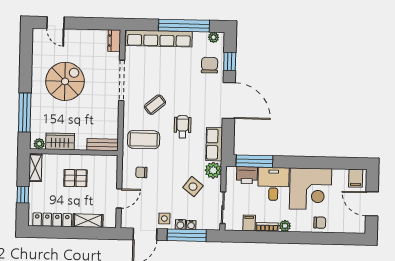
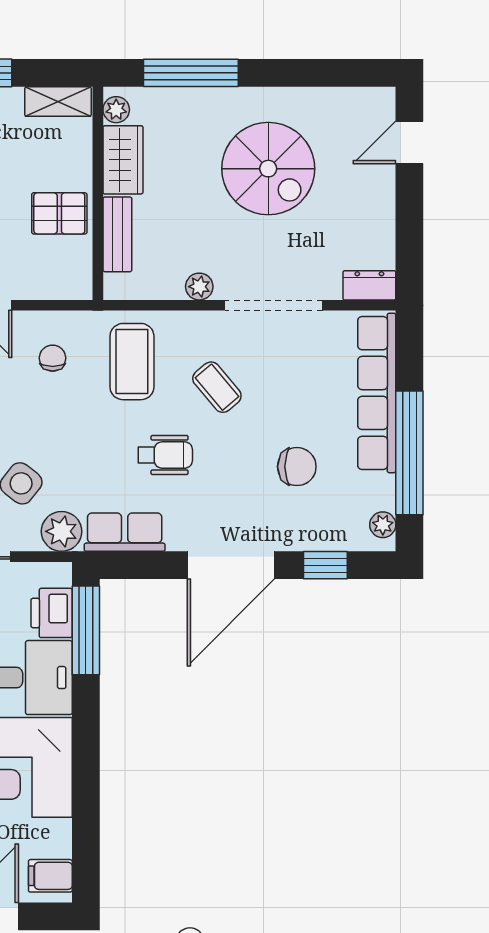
chair: (210, 65) -> (297, 467), moved
plant: (113, 111) -> (199, 287), added
bench: (103, 145) -> (117, 234), moved
pallet: (75, 178) -> (59, 213), moved, turned 90

